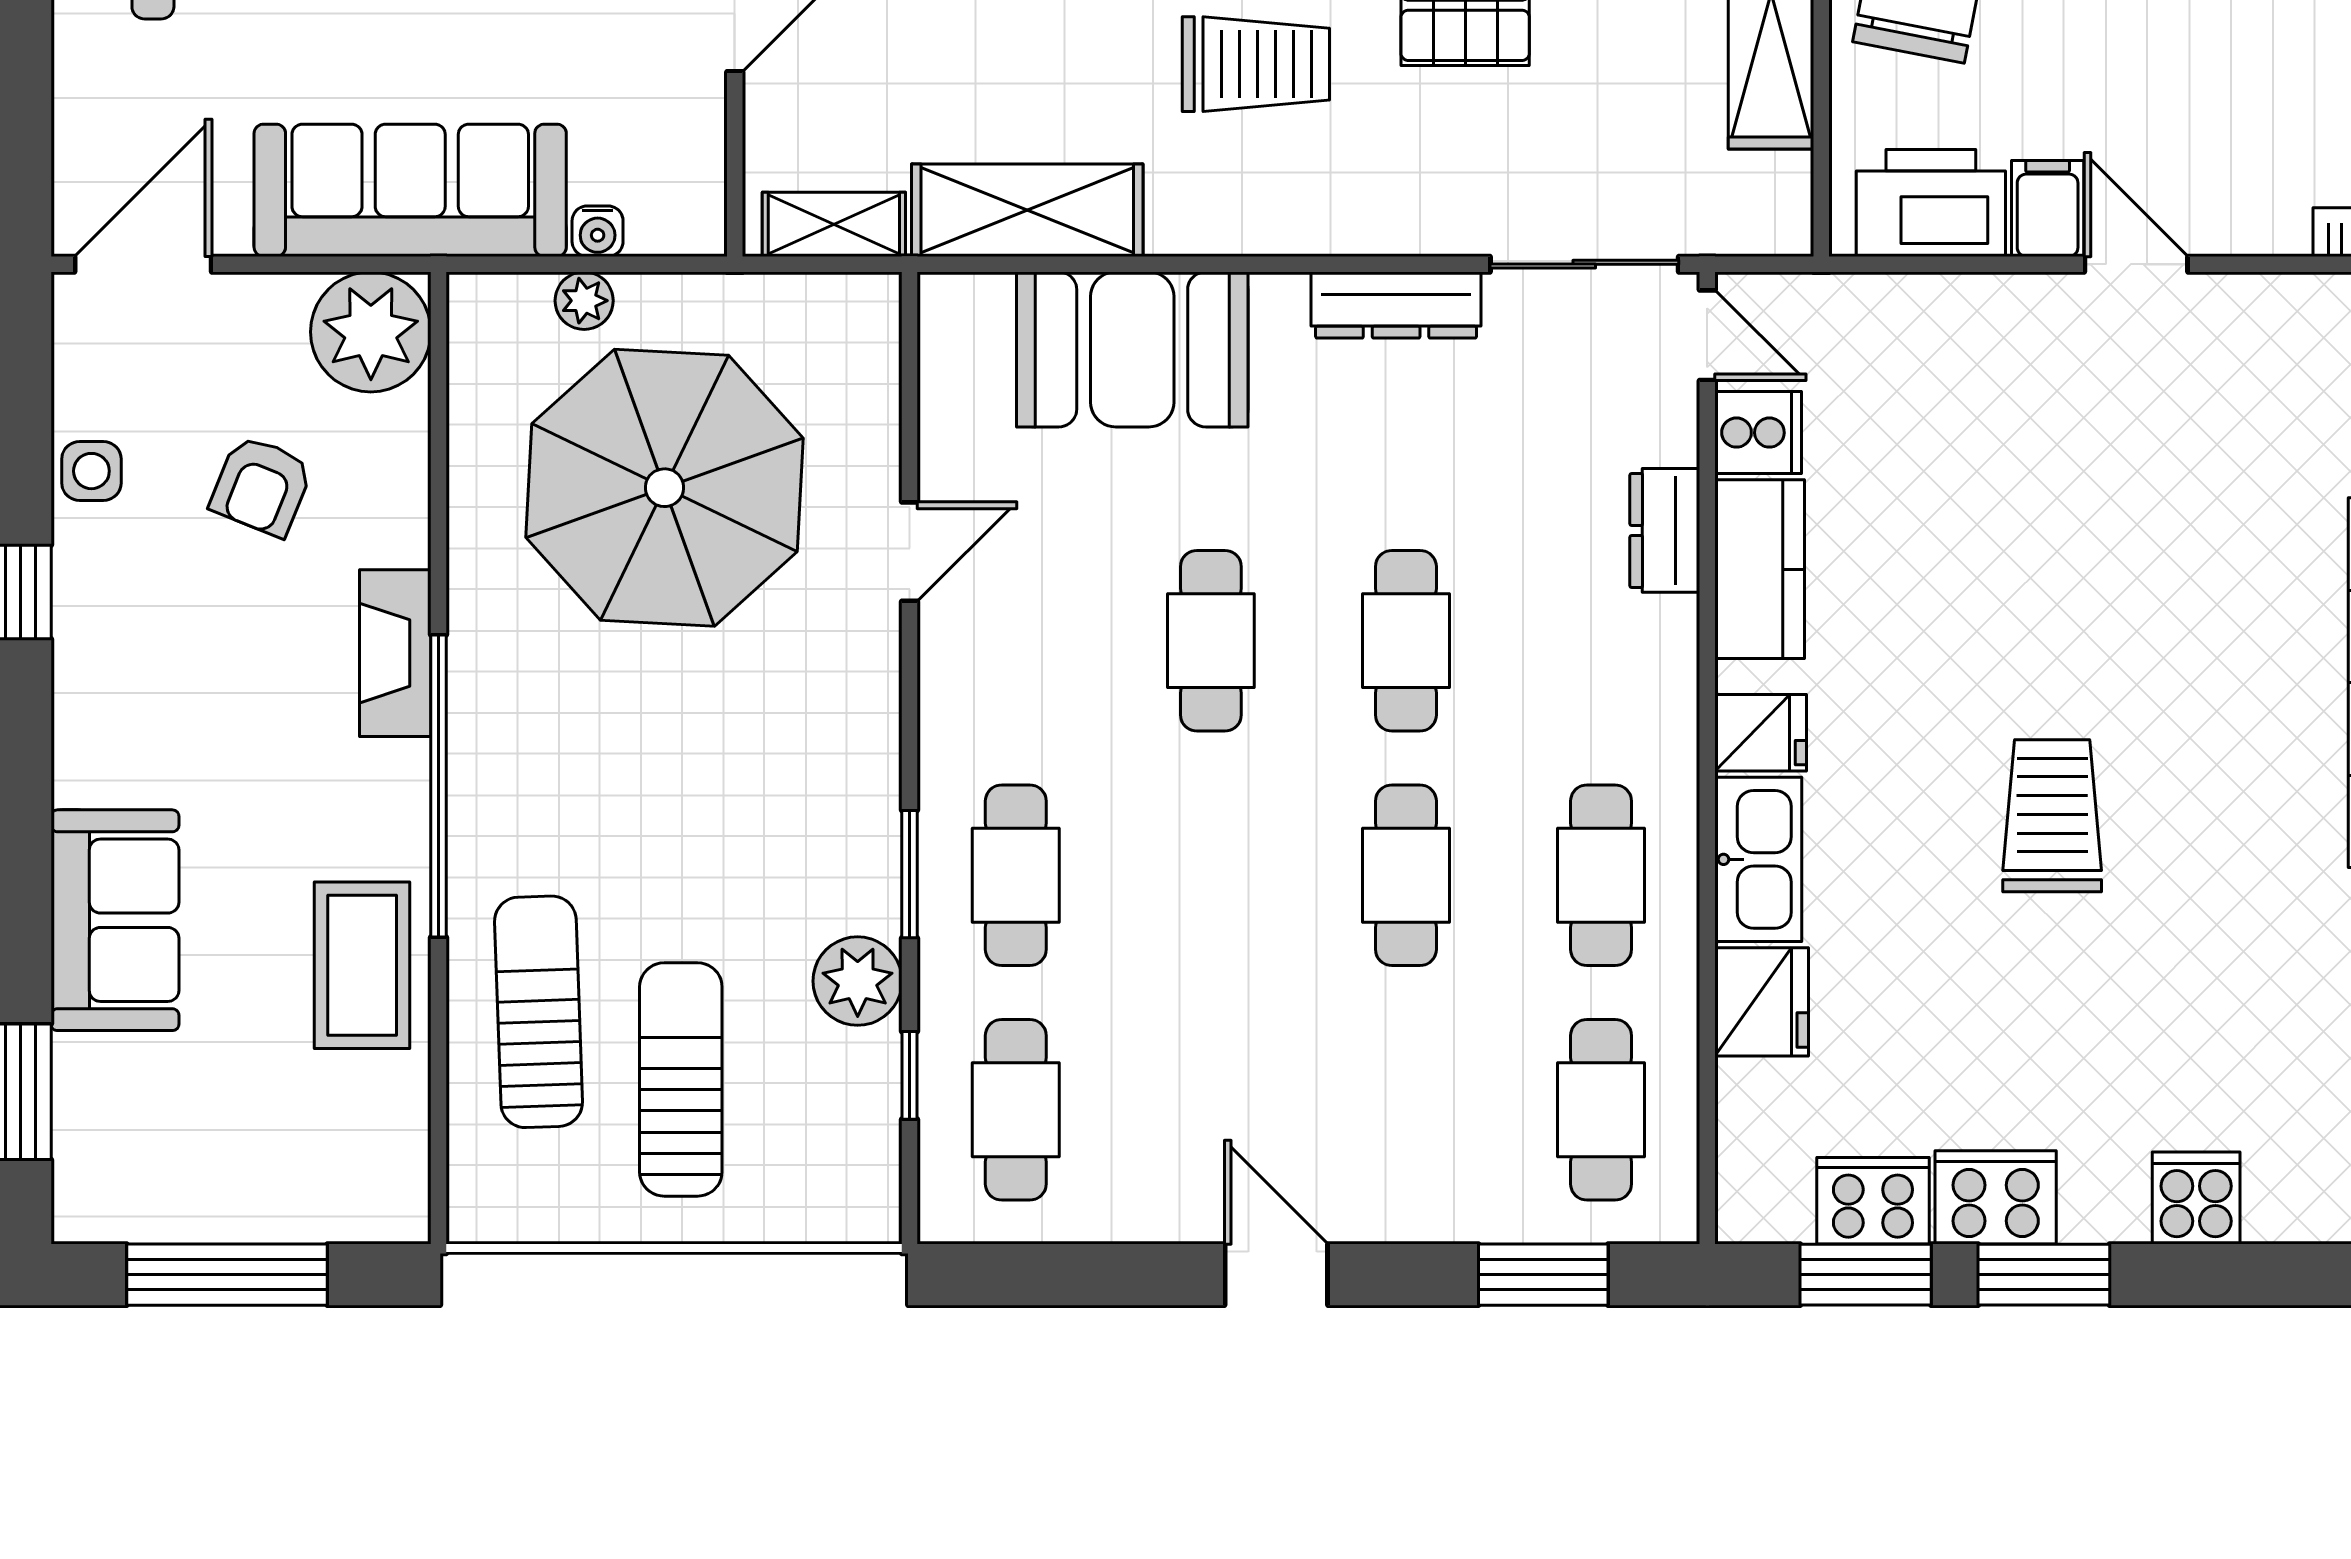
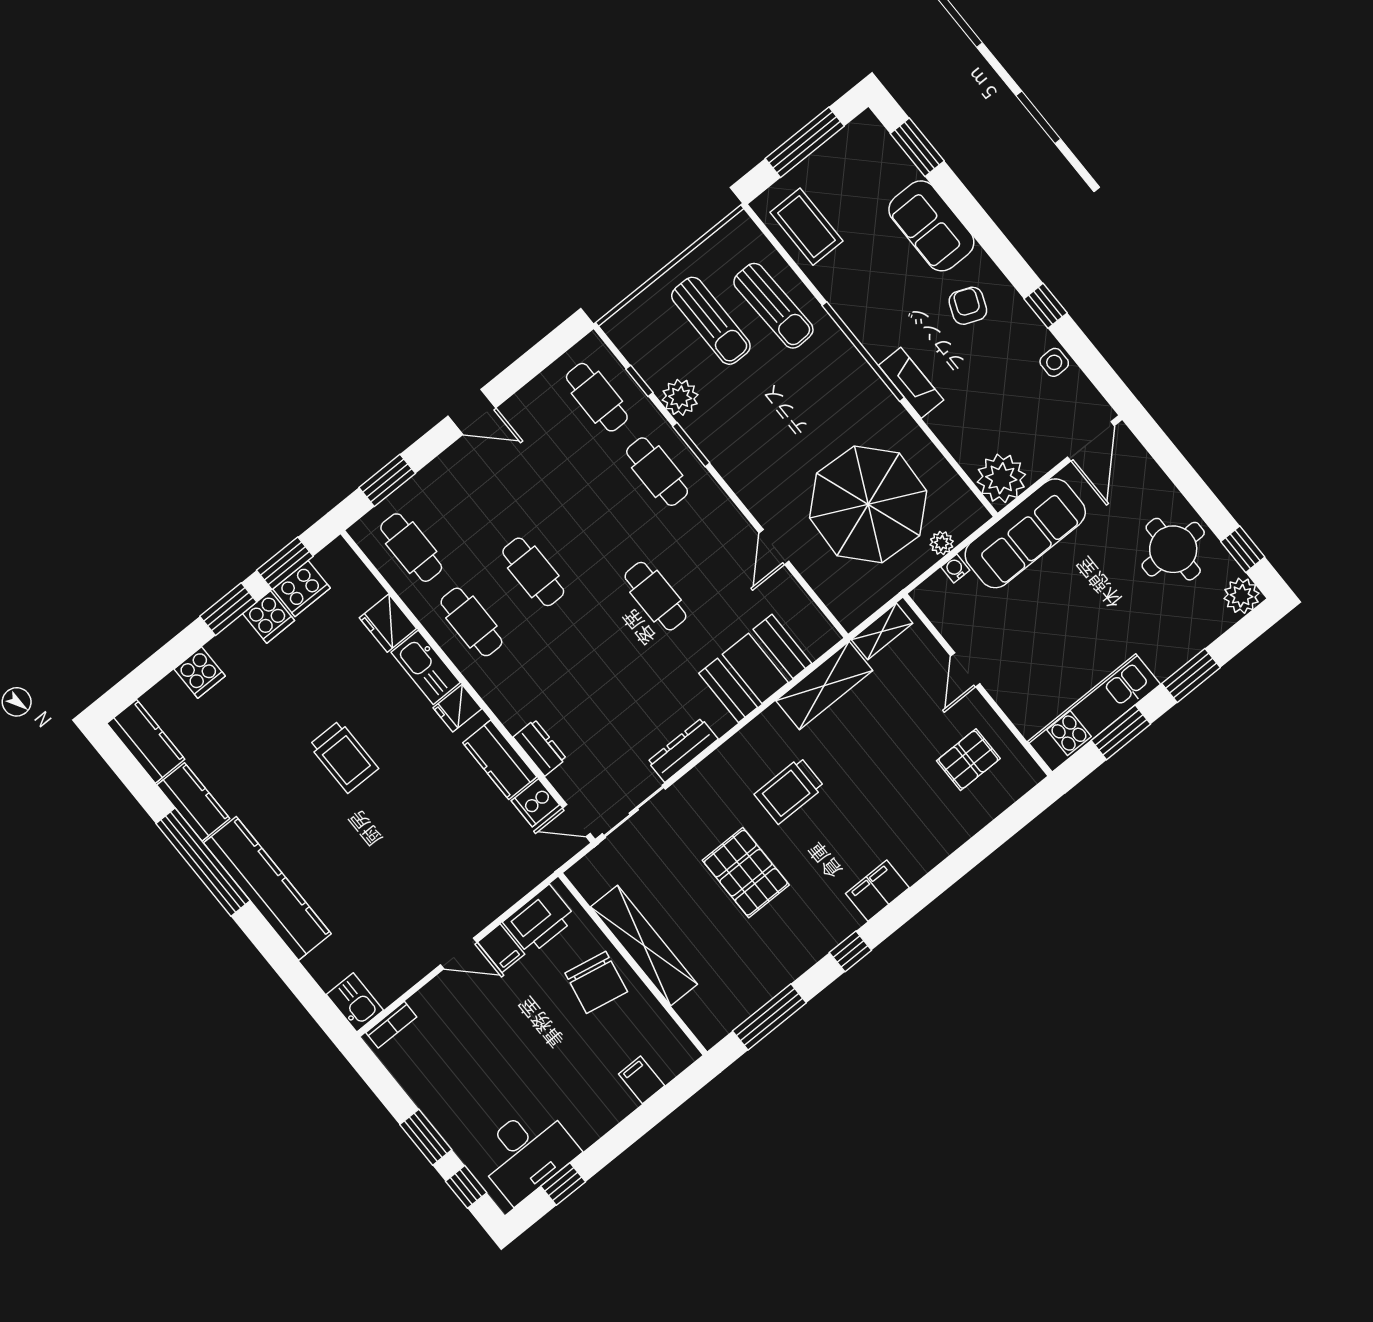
armchair: (261, 486) -> (968, 306), moved
cafe table: (1406, 641) -> (594, 646), removed
coffee table: (362, 965) -> (806, 227), moved
cooker: (1996, 1197) -> (269, 617), width x0.73

